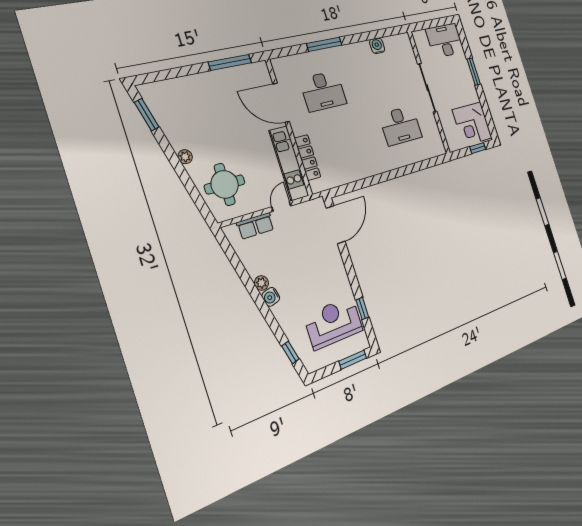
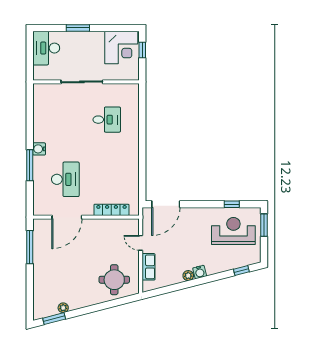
water cooler: (377, 46) -> (39, 149), moved
desk: (401, 126) -> (107, 120), width x0.73
plant: (185, 157) -> (63, 308), moved
kitchen unit: (289, 163) -> (112, 226), removed
door: (336, 225) -> (166, 204), swing flipped
reception desk: (333, 323) -> (233, 231), turned 90

